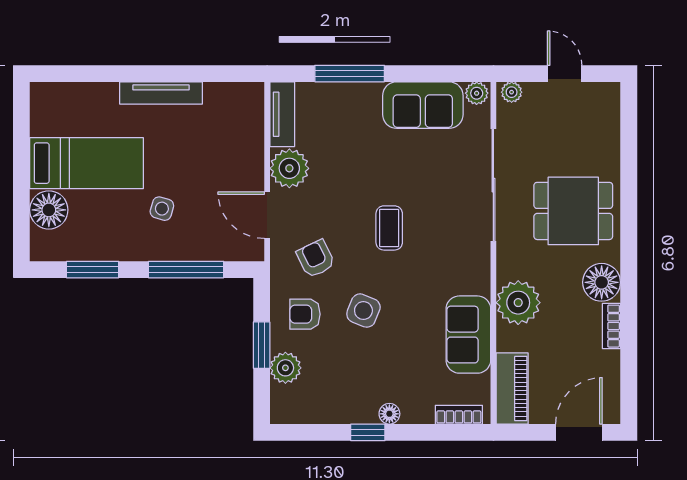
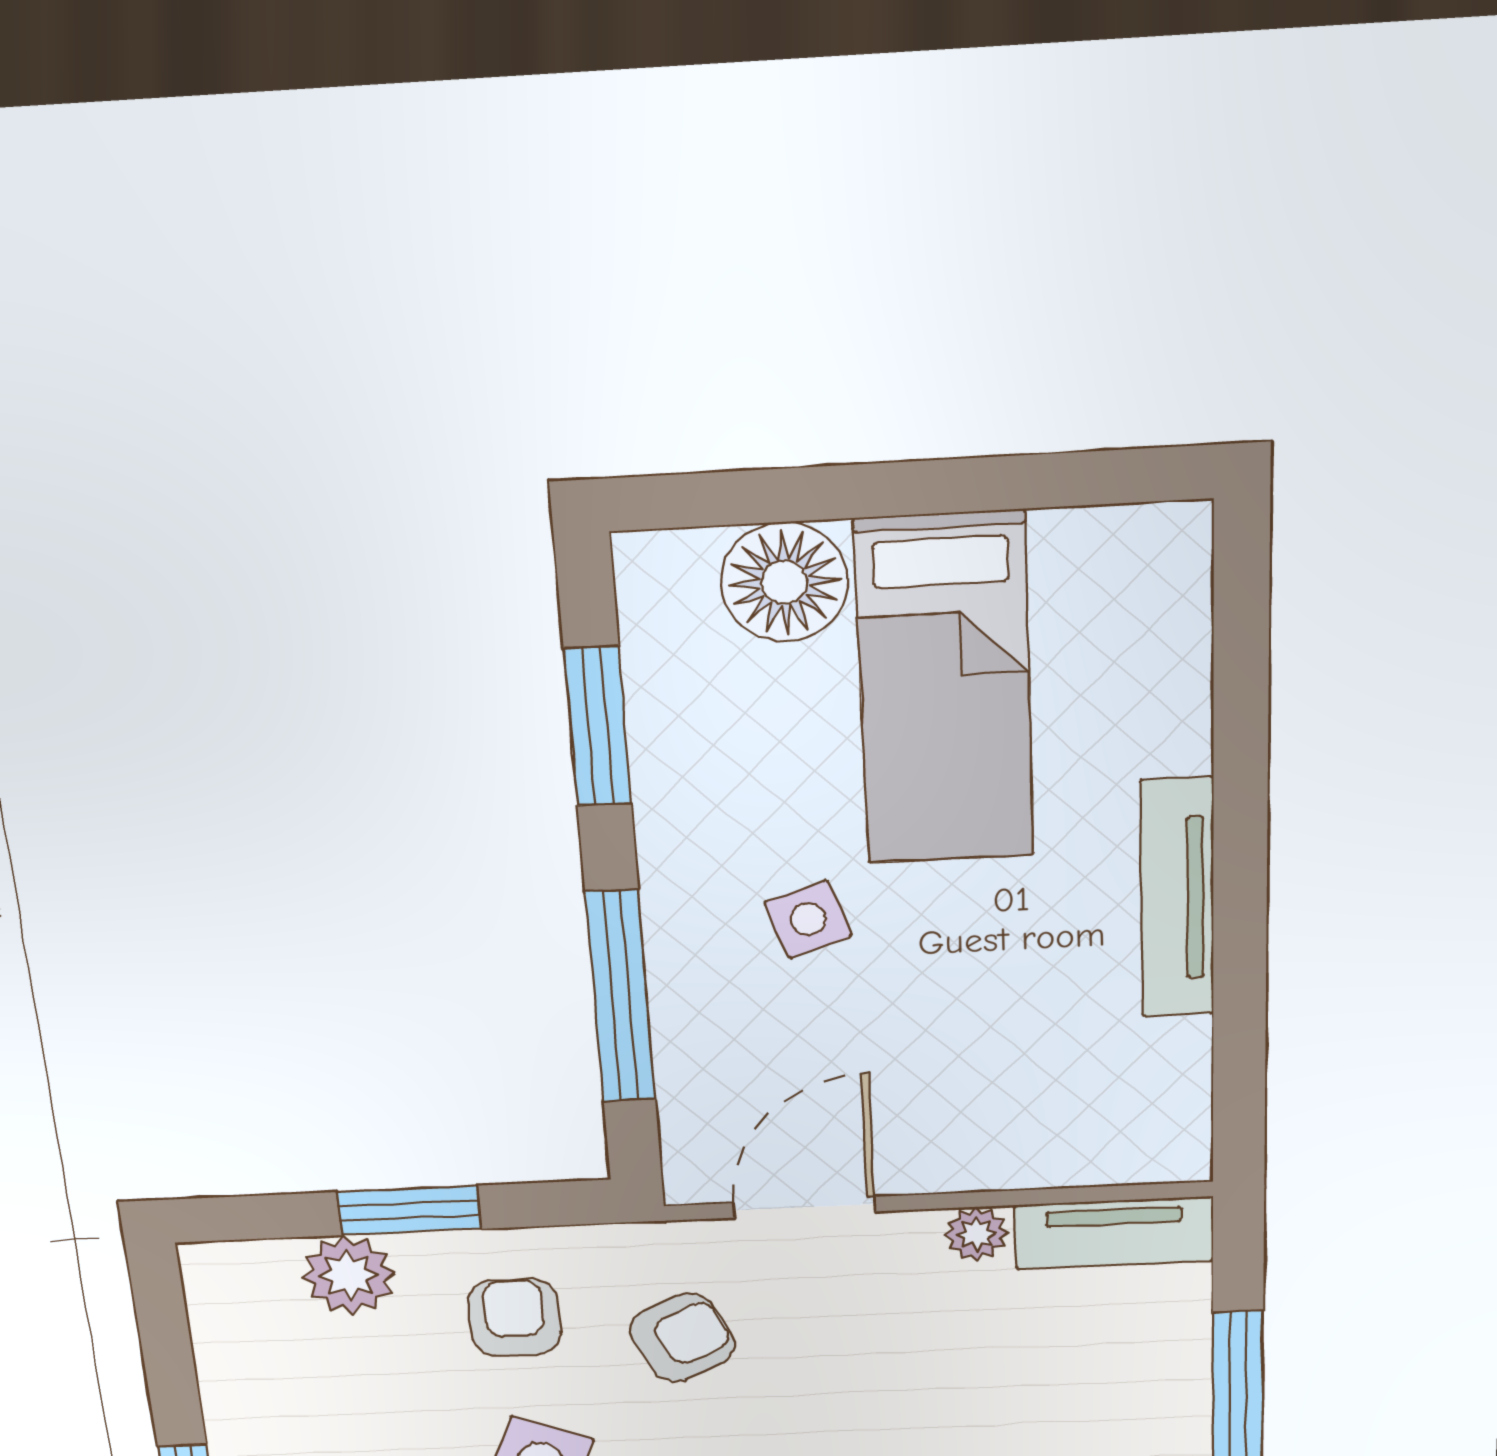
plant: (289, 168) -> (976, 1234), width x0.53, depth x0.53
side table: (162, 209) -> (808, 919), turned -35

